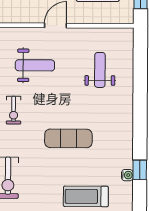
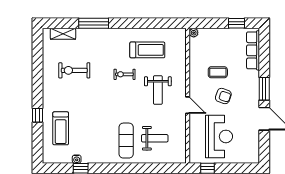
exercise mat: (68, 138) -> (126, 141), moved
treadmill: (86, 196) -> (61, 128), turned 180

